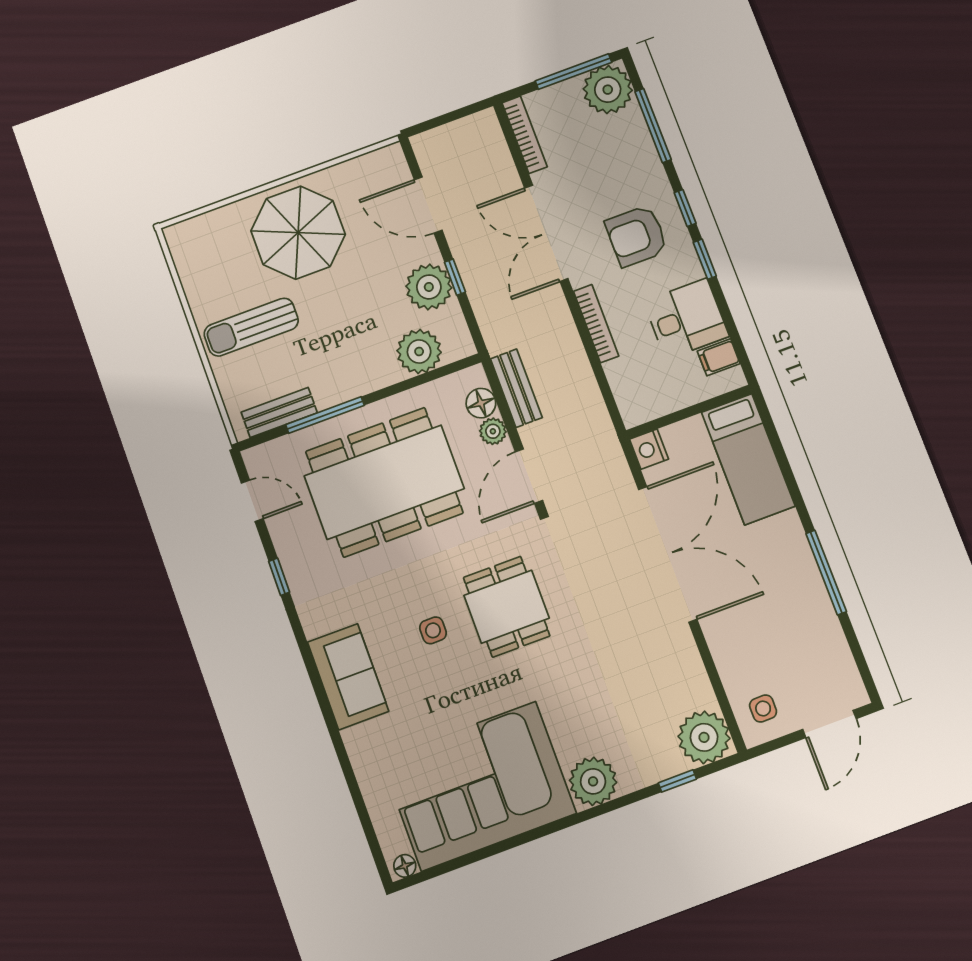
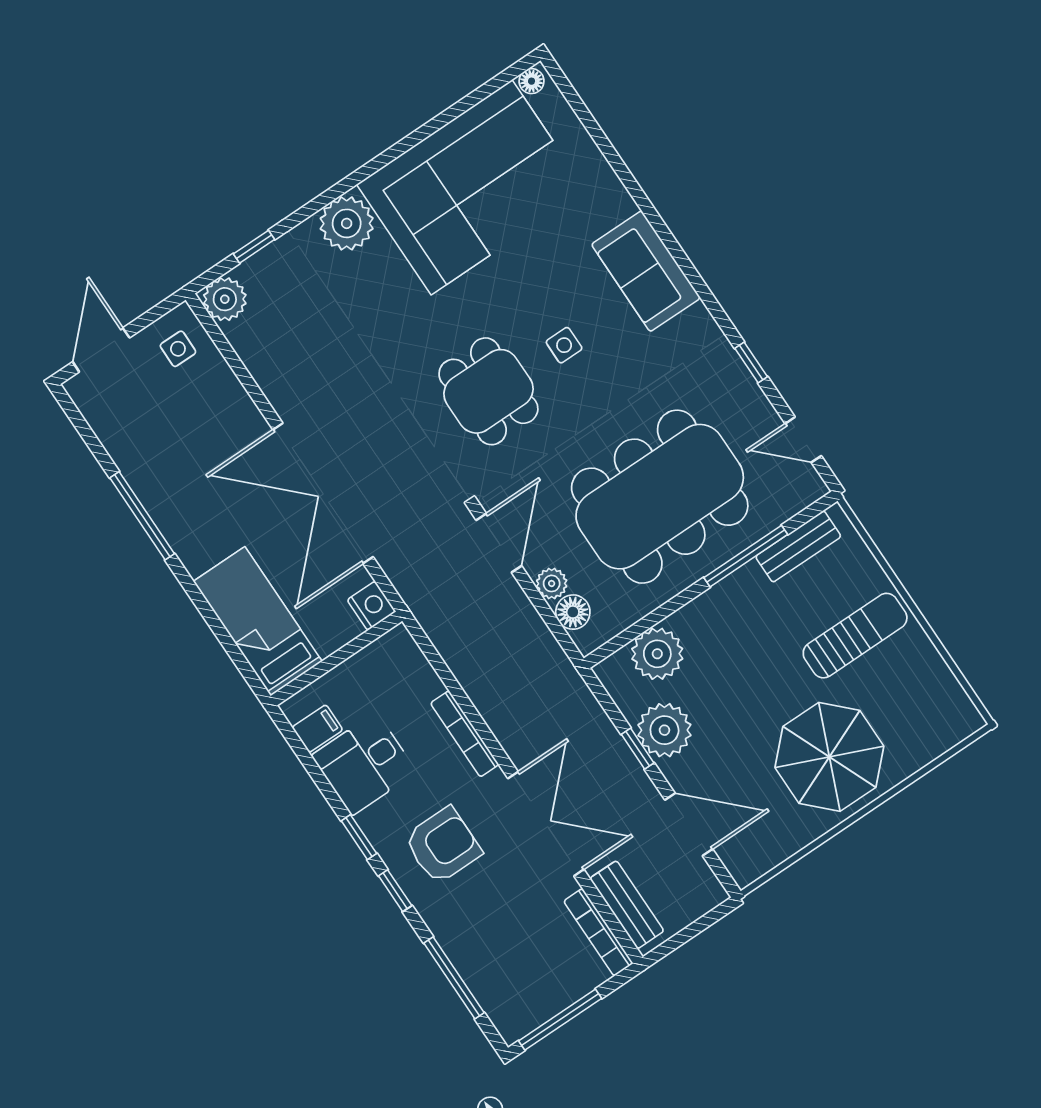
plant: (608, 90) -> (516, 1008), removed
bench: (516, 388) -> (627, 905), moved
plant: (704, 737) -> (225, 299), width x0.73, depth x0.73

